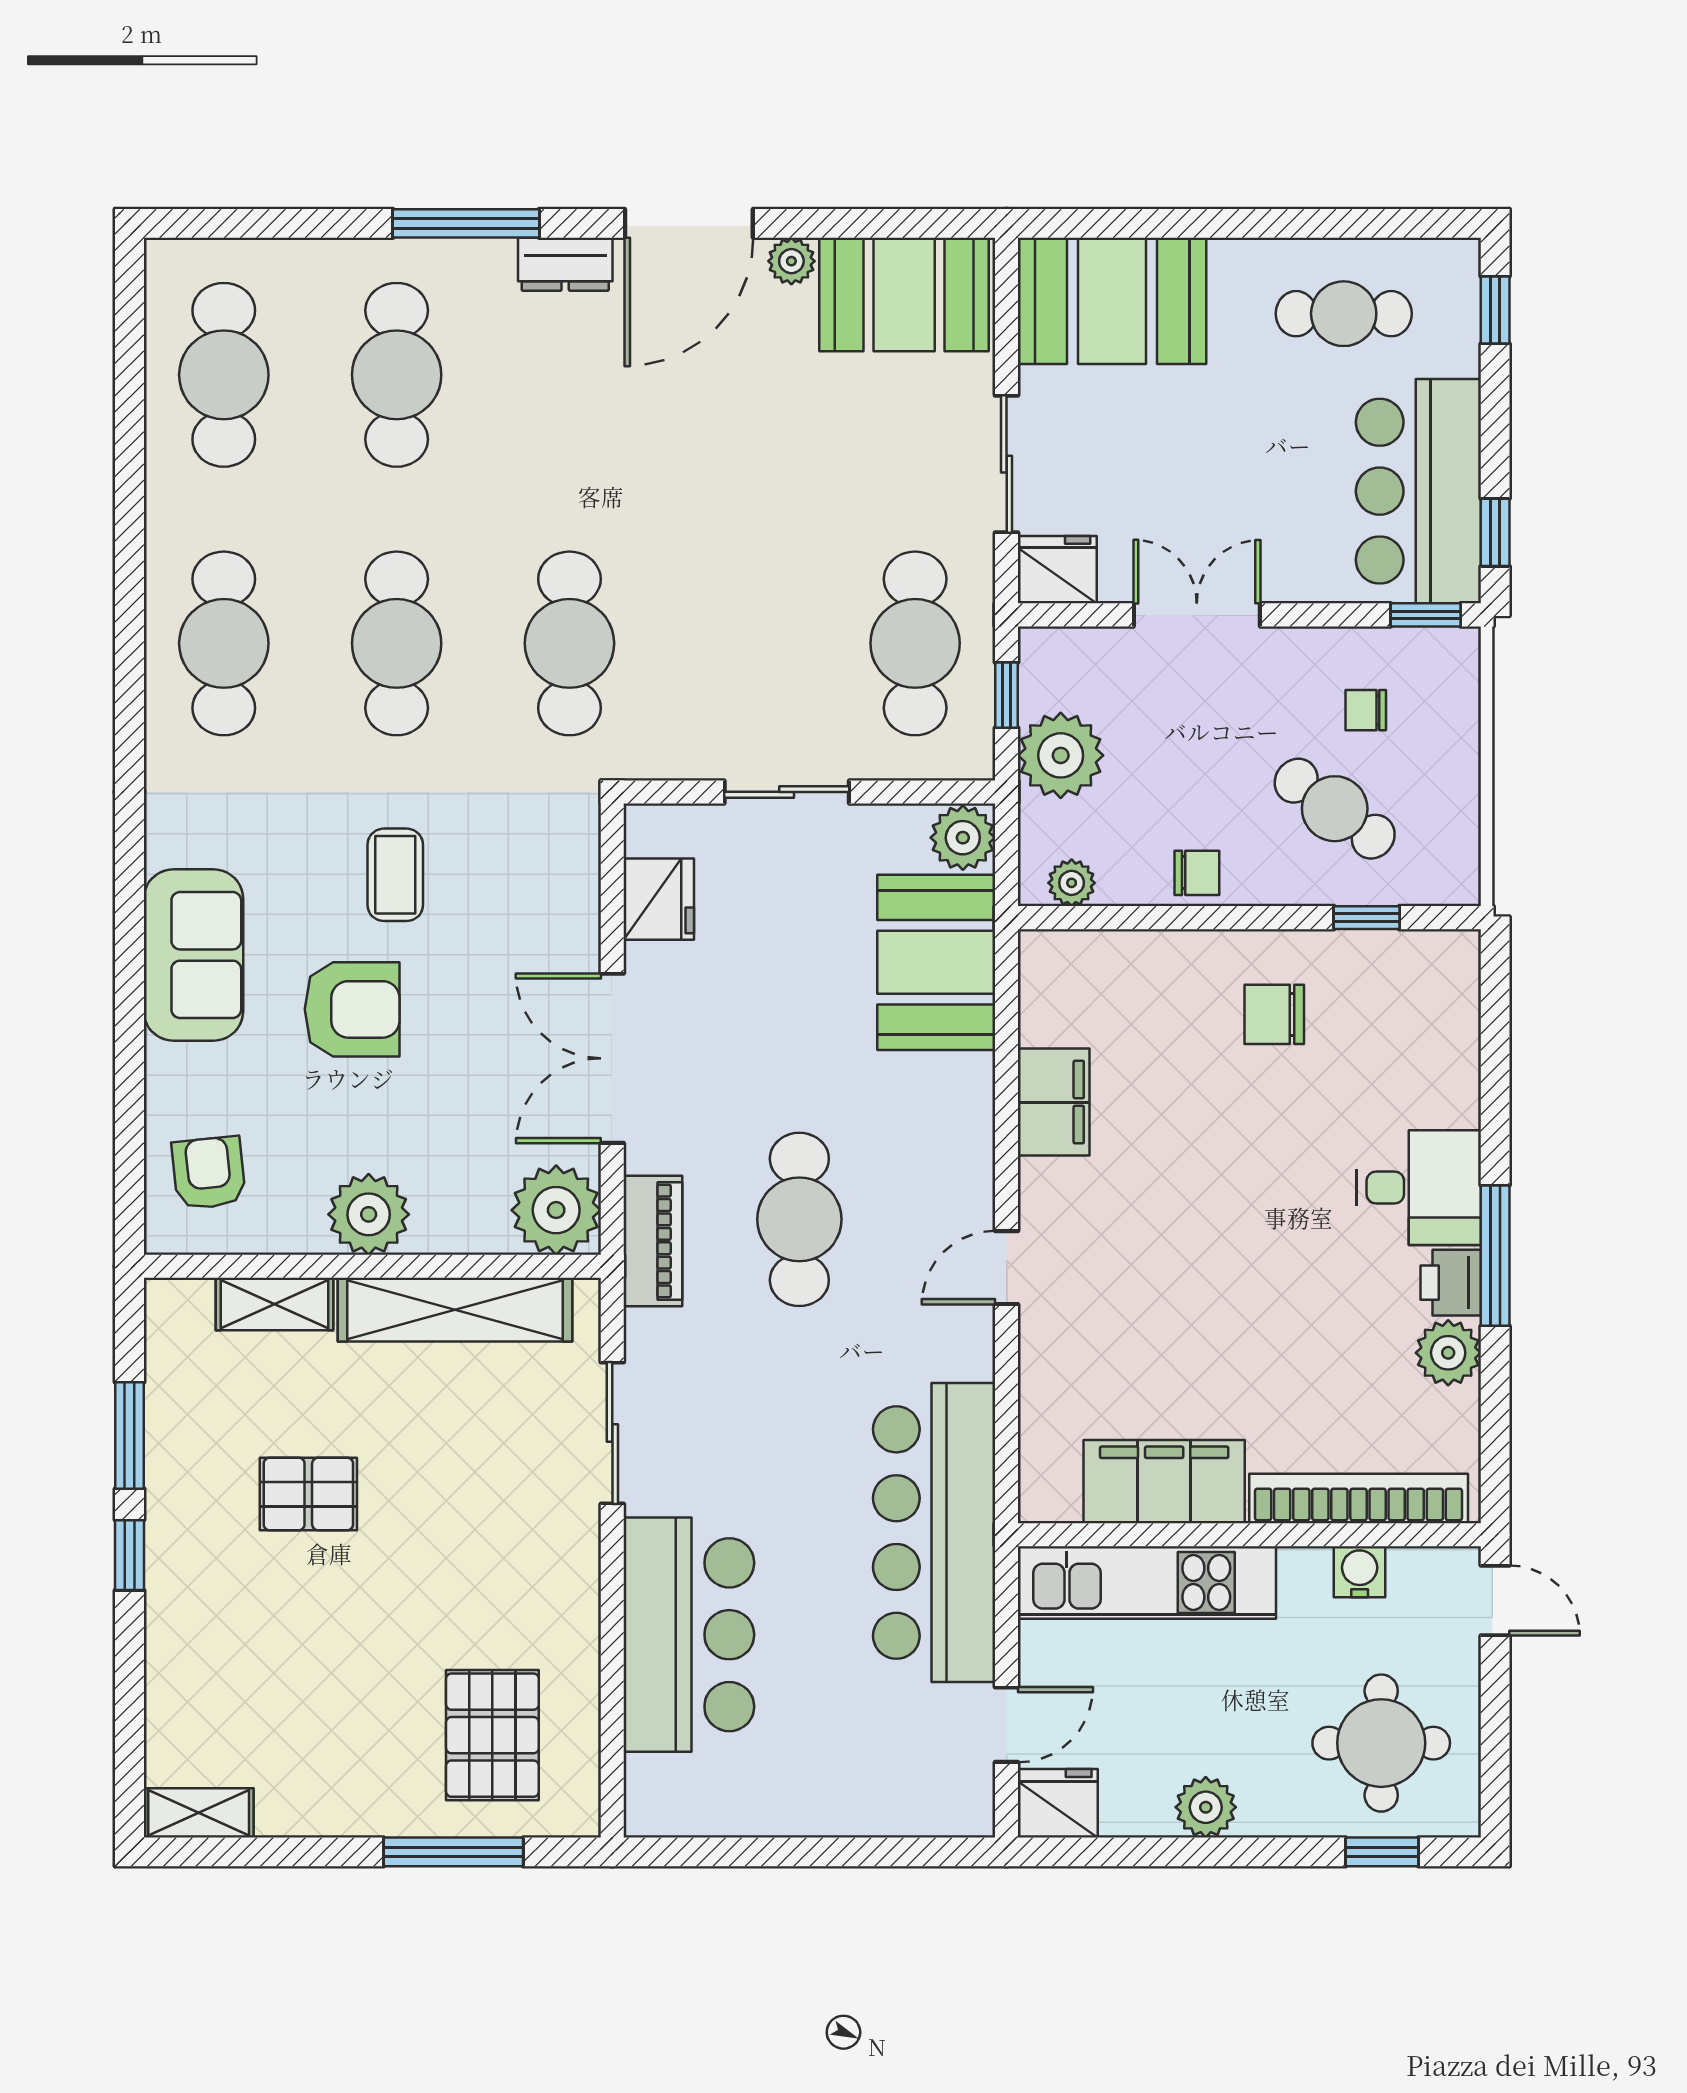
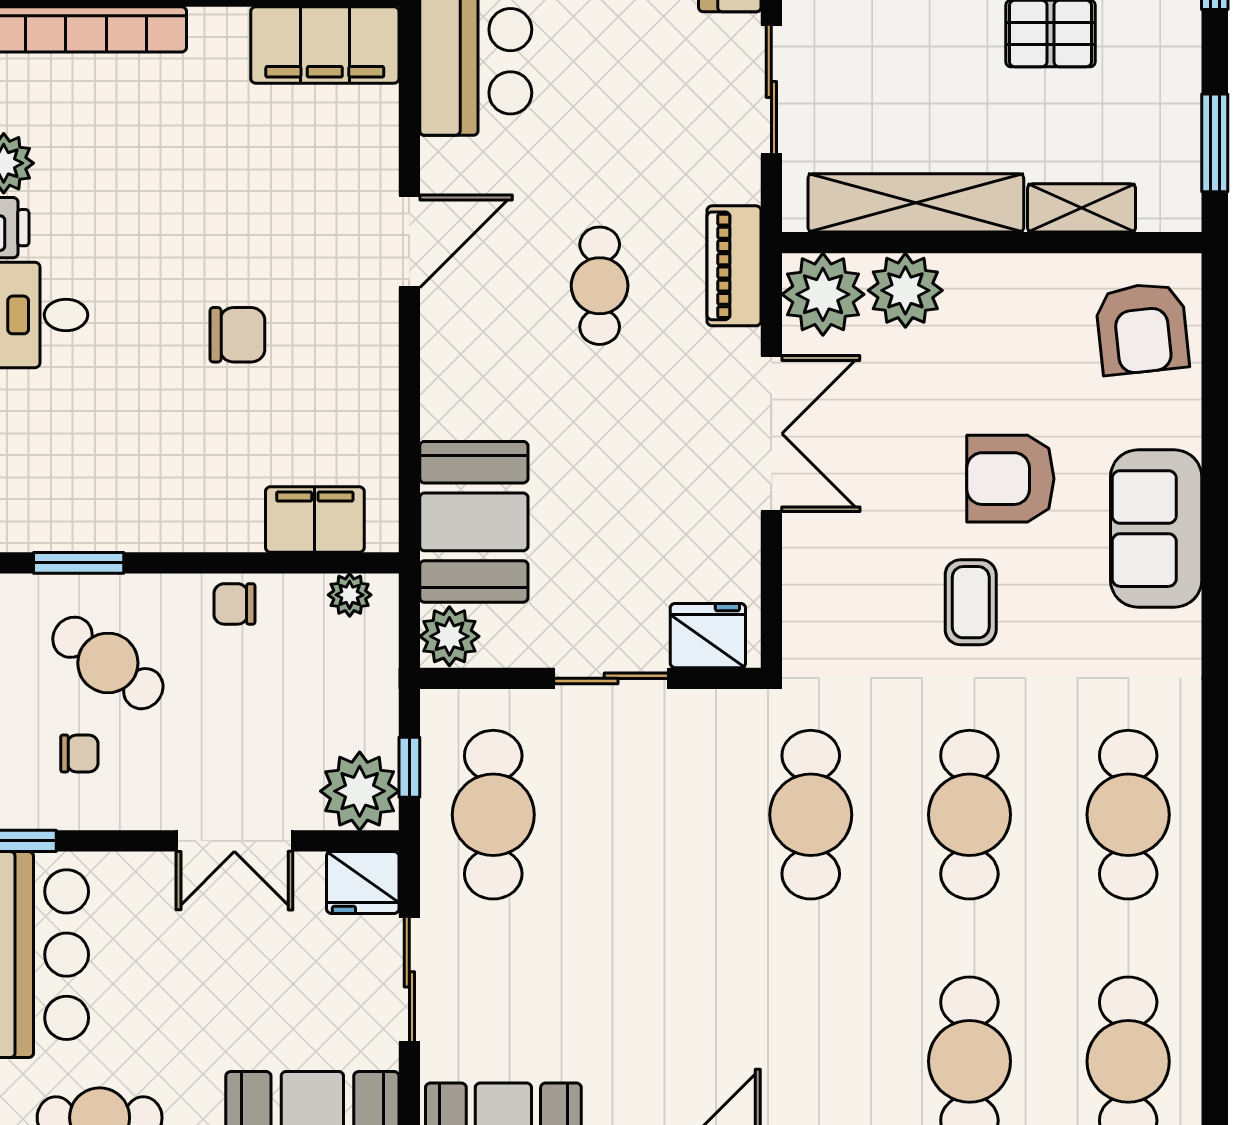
plant: (1061, 755) -> (360, 791), moved
fridge: (659, 899) -> (708, 636), moved, turned 90
window: (1367, 918) -> (79, 563), width x1.50
chair: (1274, 1014) -> (237, 335), moved
filing cabinet: (1054, 1102) -> (315, 519), moved, turned 90
armchair: (209, 1173) -> (1142, 328), width x1.38, depth x1.38
plant: (369, 1214) -> (905, 290), moved
cafe table: (799, 1219) -> (600, 286), width x0.73, depth x0.74
door: (1007, 1268) -> (409, 241), width x1.37
window: (130, 1435) -> (1215, 143), moved
filing cabinet: (1164, 1482) -> (325, 45), moved

